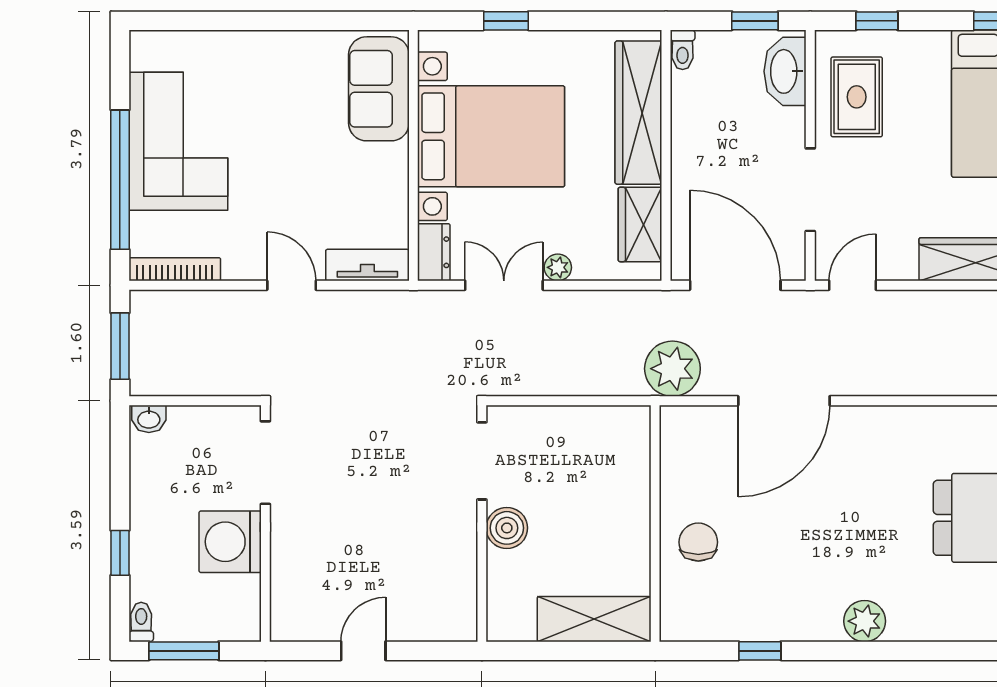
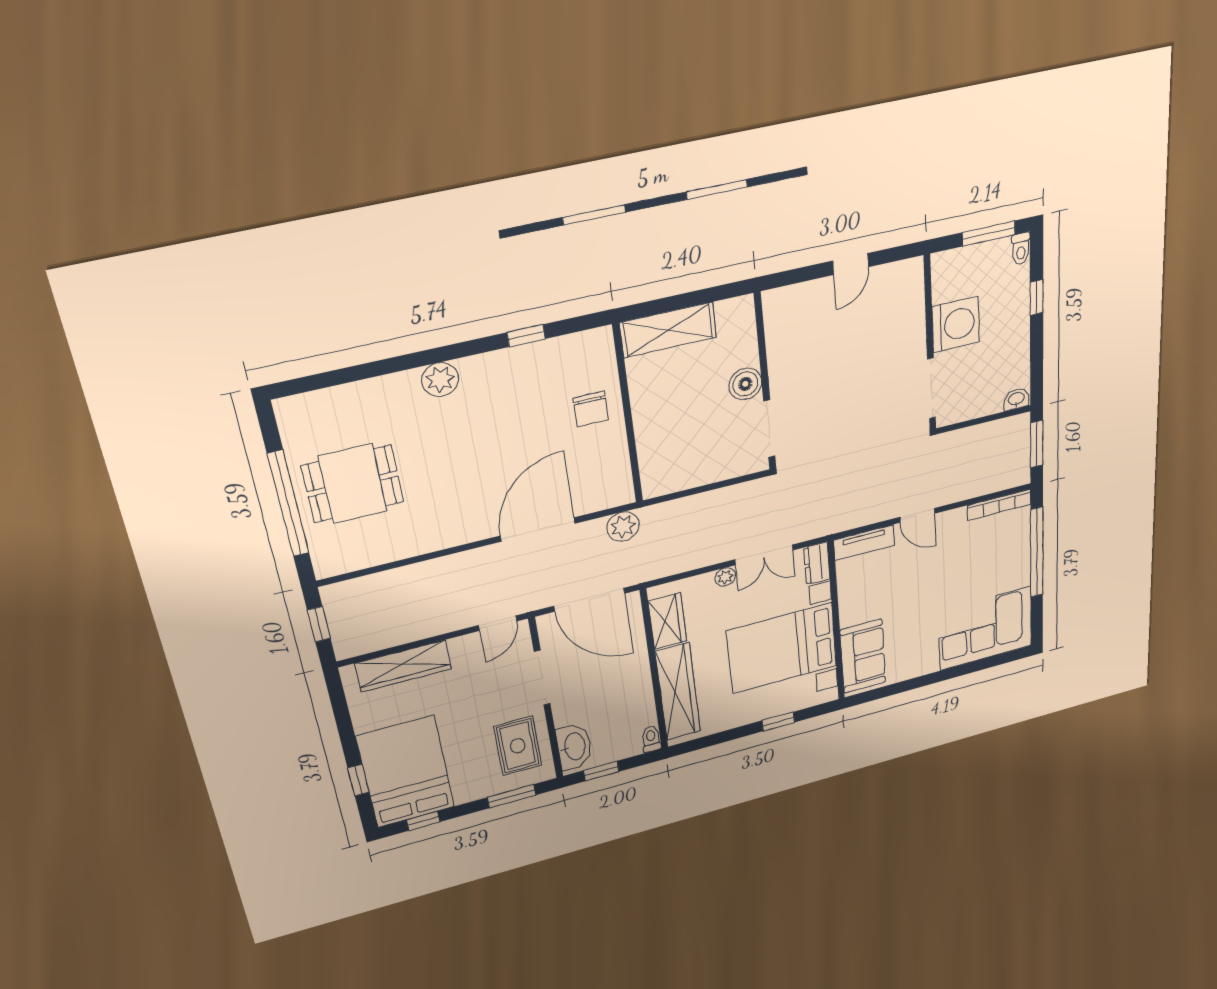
window: (877, 21) -> (512, 796), width x1.50
corner sofa: (178, 141) -> (985, 629), moved, turned 90
plant: (672, 369) -> (623, 527), width x0.73, depth x0.73

